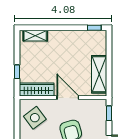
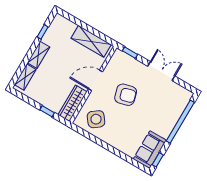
window: (94, 28) -> (43, 32), moved
shelving: (61, 36) -> (38, 55), added

